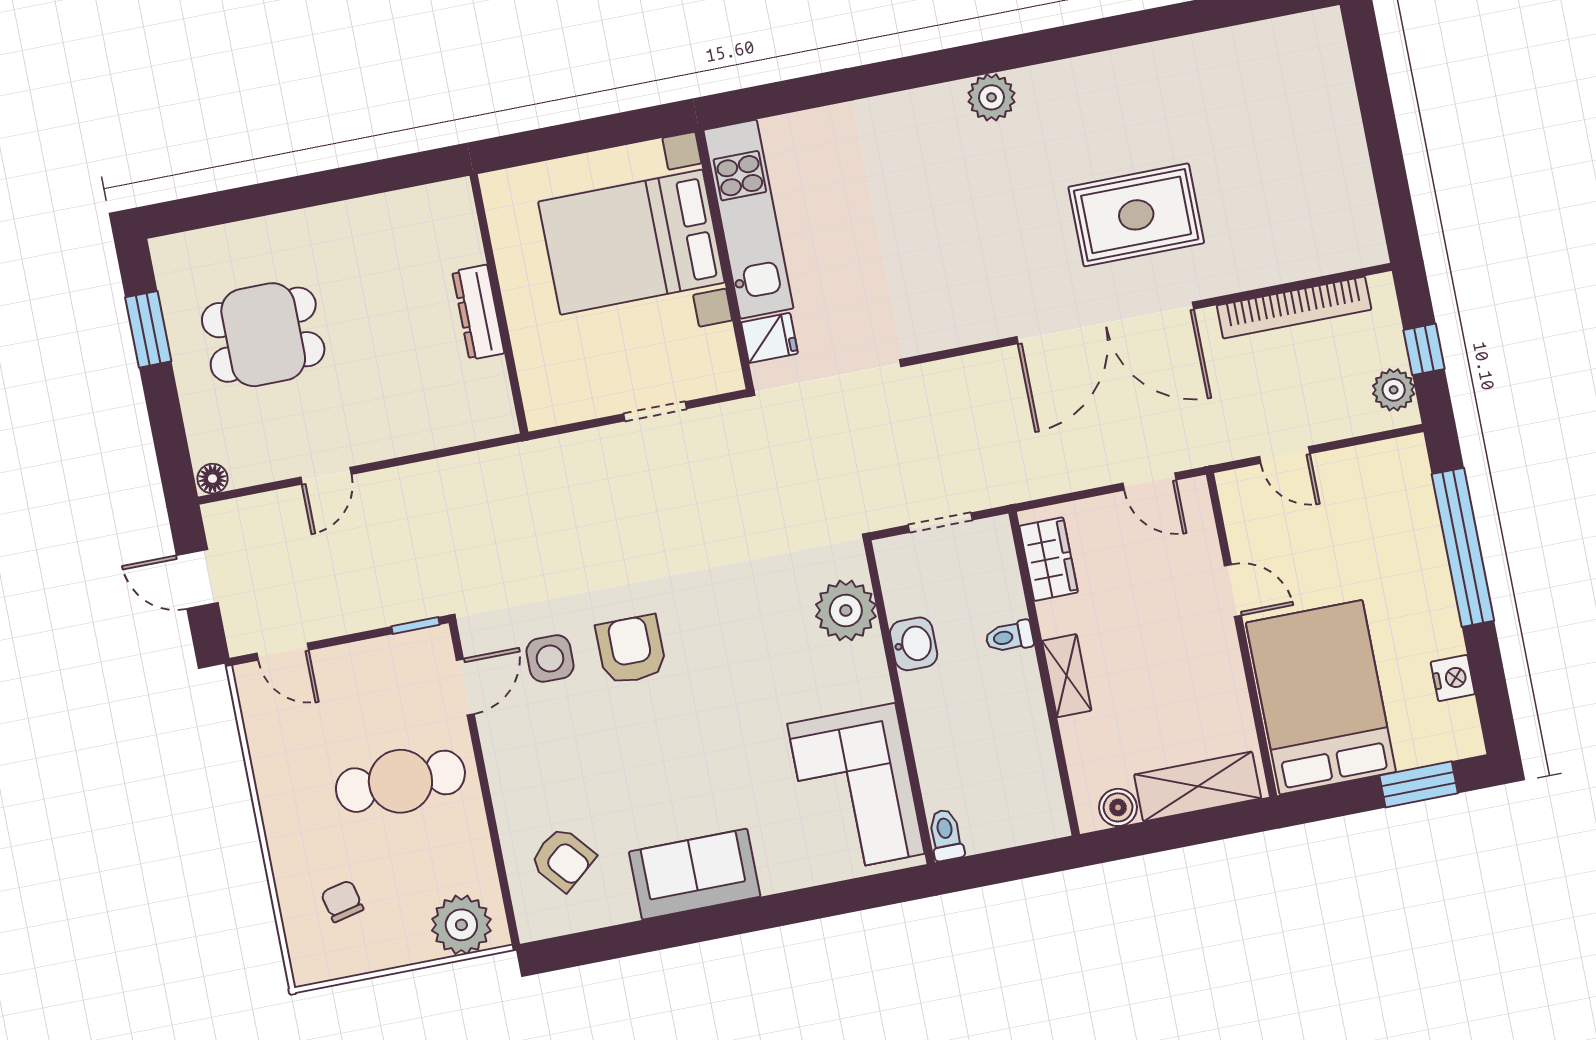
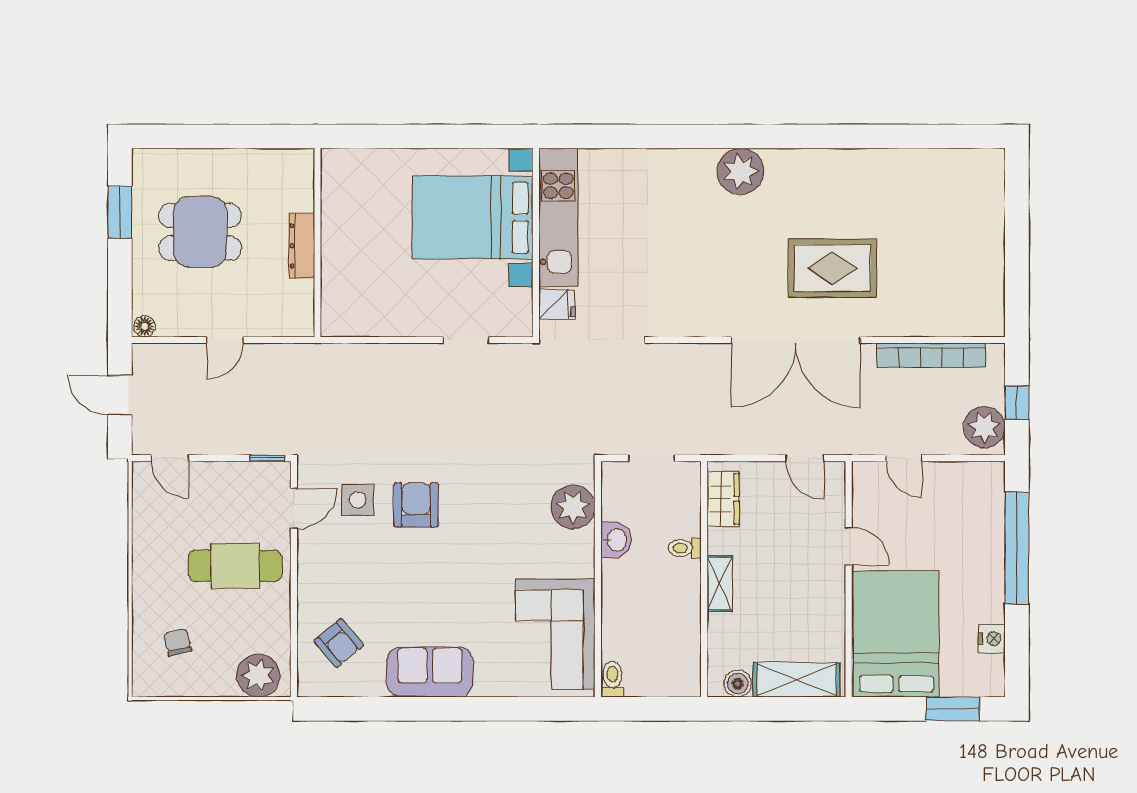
plant: (992, 97) -> (740, 171), width x1.36, depth x1.36
wall: (499, 304) -> (318, 243), moved
dresser: (478, 312) -> (302, 246), moved
plant: (1394, 390) -> (984, 427), width x1.36, depth x1.36

